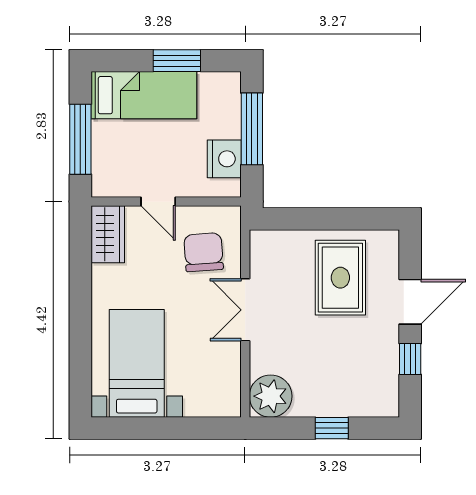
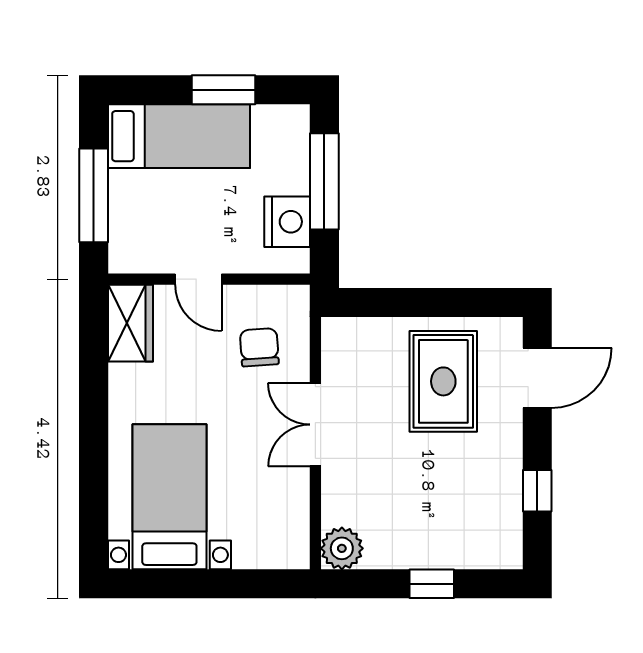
chair: (204, 252) -> (259, 347), width x0.73, depth x0.73
door: (410, 302) -> (537, 378), moved
plant: (271, 396) -> (342, 548), width x0.73, depth x0.73

